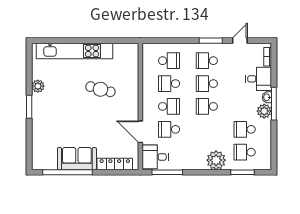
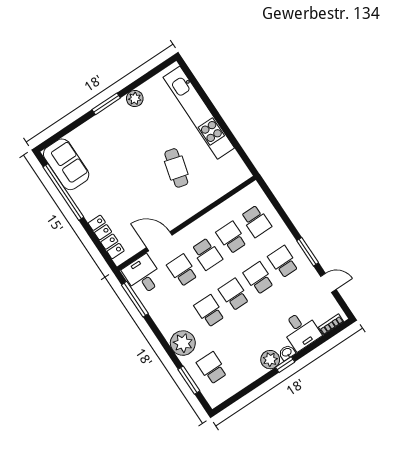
window: (274, 104) -> (285, 365), width x0.46
school desk: (245, 129) -> (209, 311), moved
door: (140, 132) -> (159, 241), hinge flipped
sofa: (77, 159) -> (66, 164), moved

